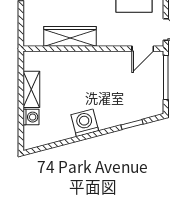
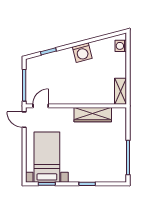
shelving: (31, 89) -> (121, 91), moved
washing machine: (31, 117) -> (121, 46), moved

